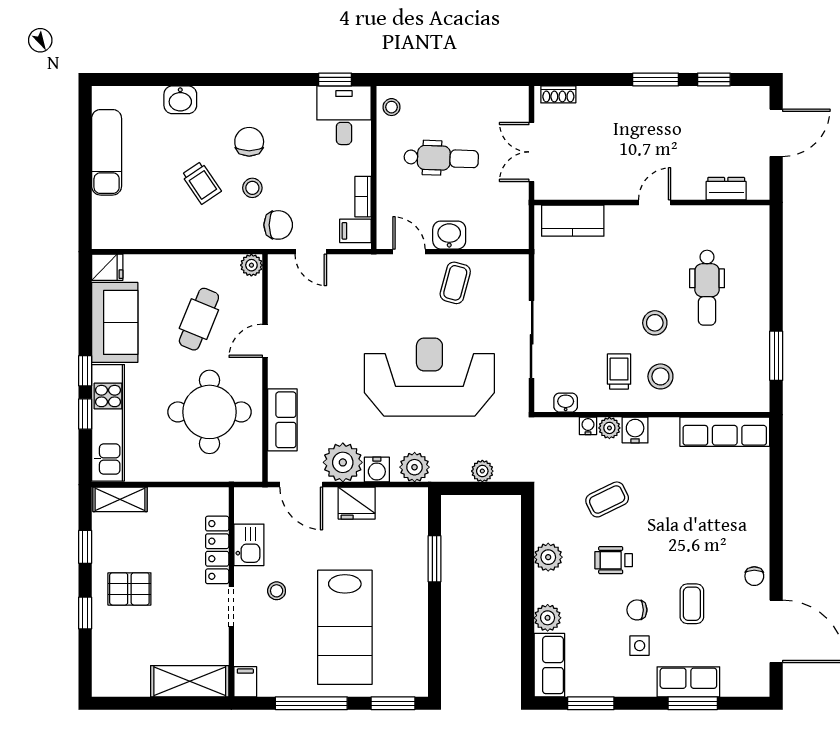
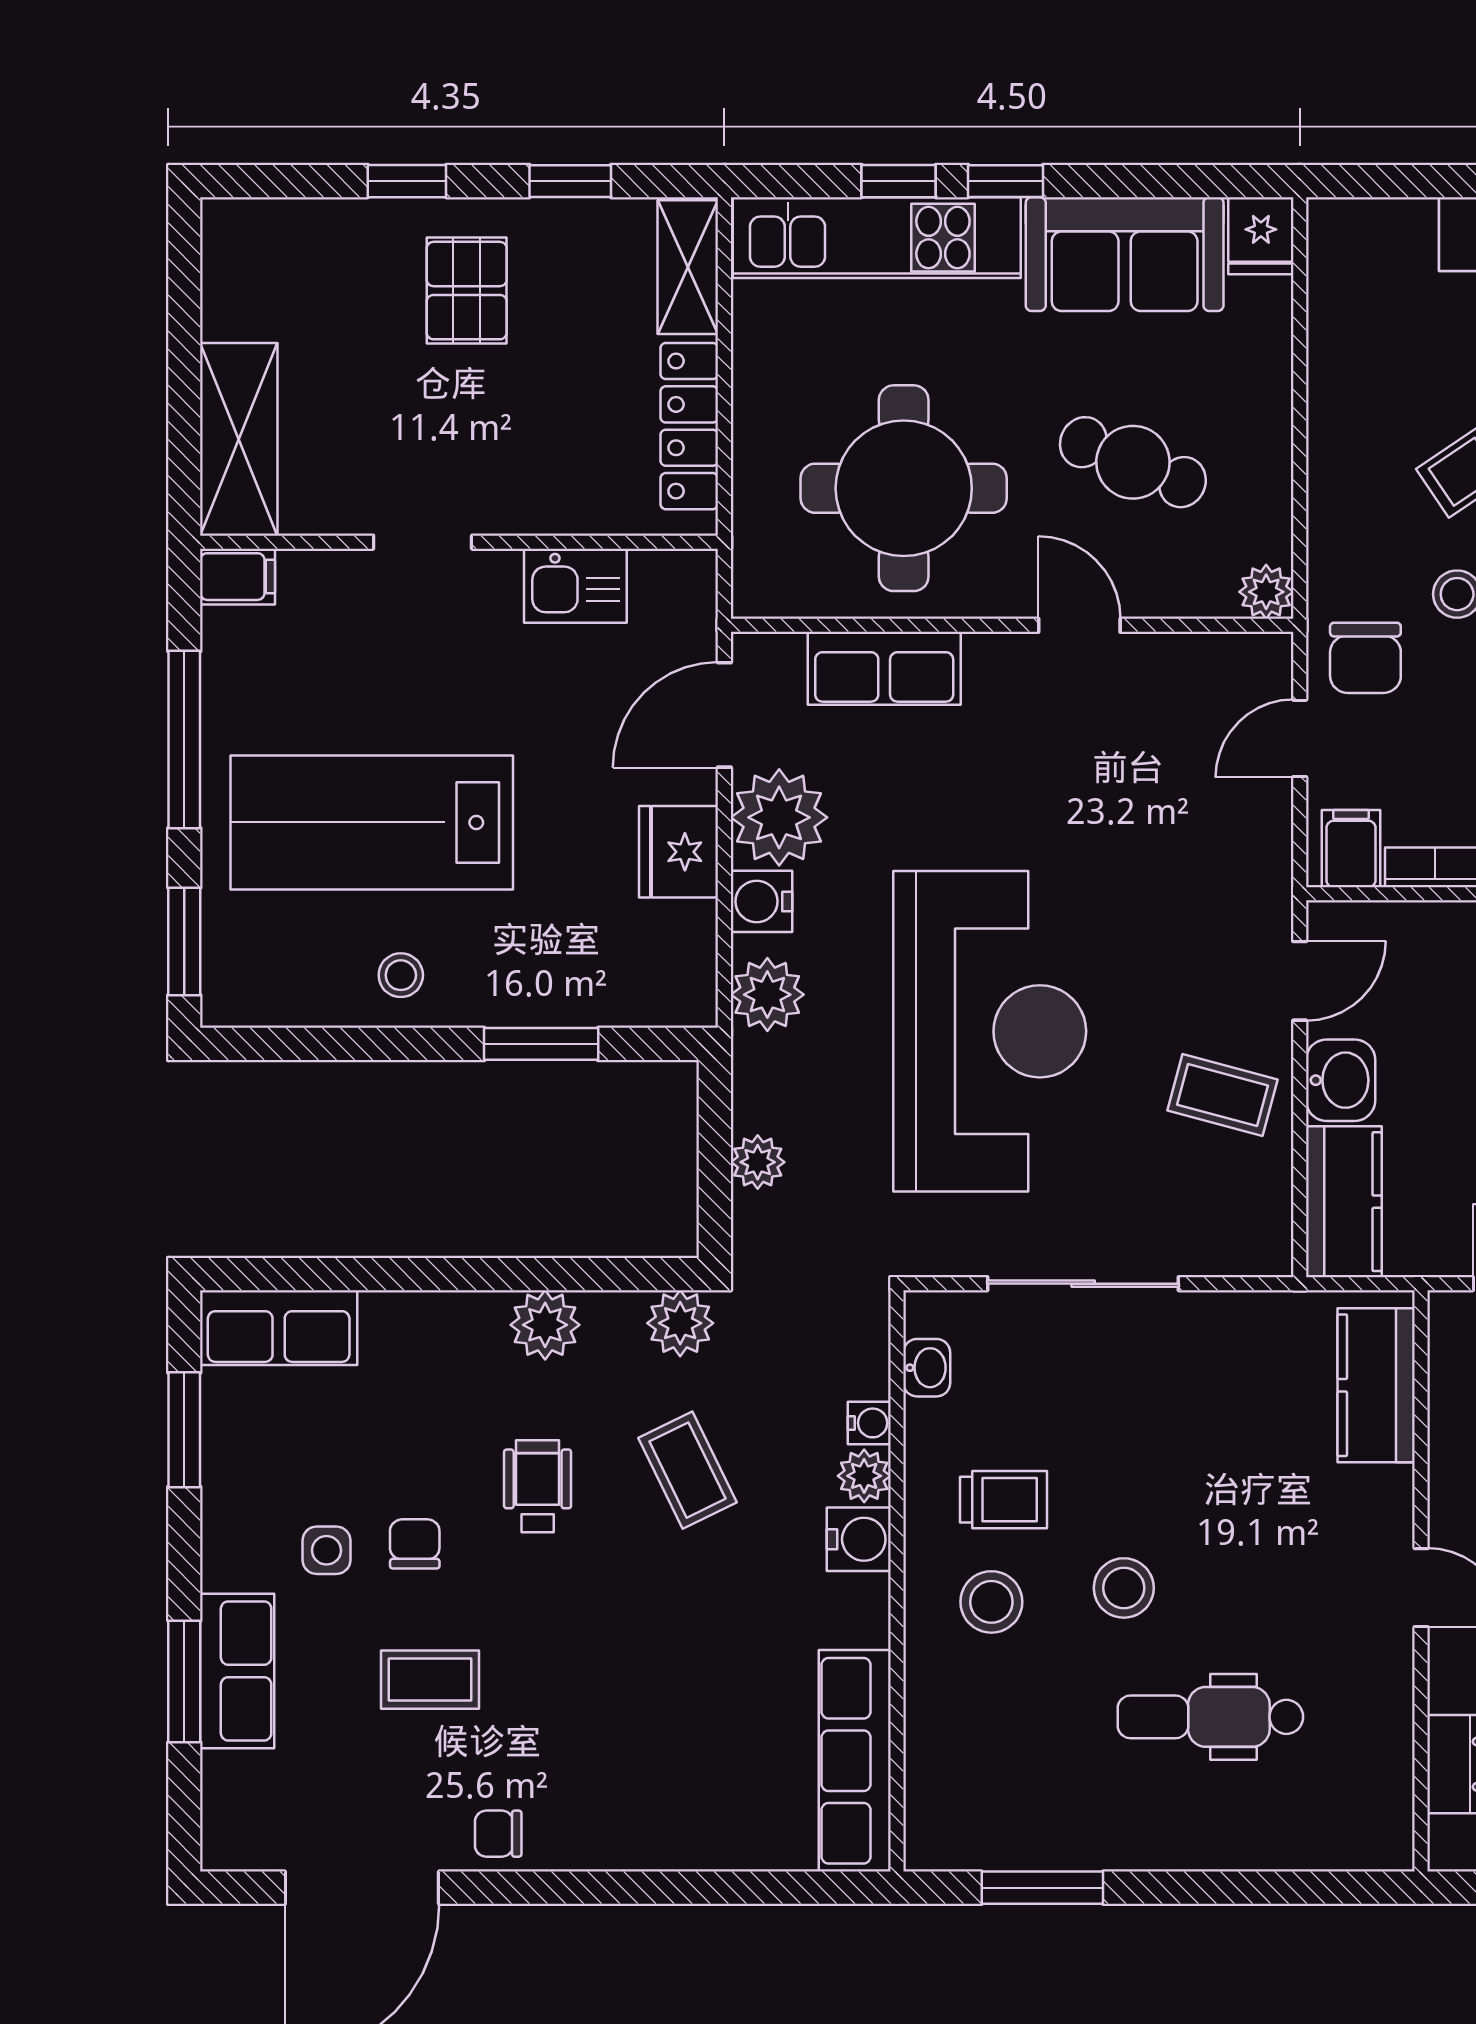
kitchen counter: (498, 234) -> (1344, 1202), added
locker: (217, 550) -> (689, 426), moved, turned -90
stool: (277, 591) -> (401, 975), moved
plant: (548, 618) -> (680, 1323), moved

